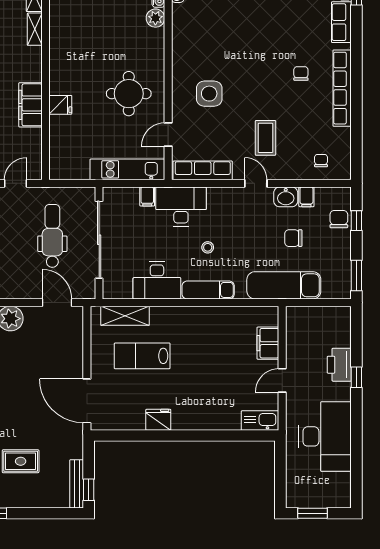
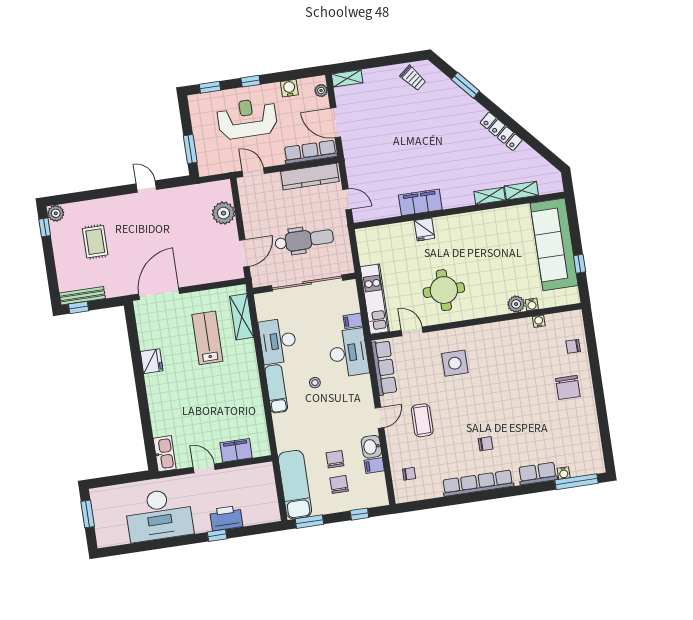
coffee table: (265, 138) -> (422, 420), turned 90
chair: (339, 219) -> (339, 484), moved, turned -91
exam couch: (284, 285) -> (295, 485), moved

